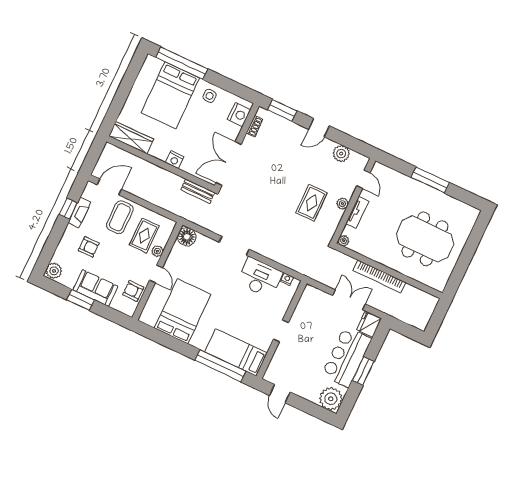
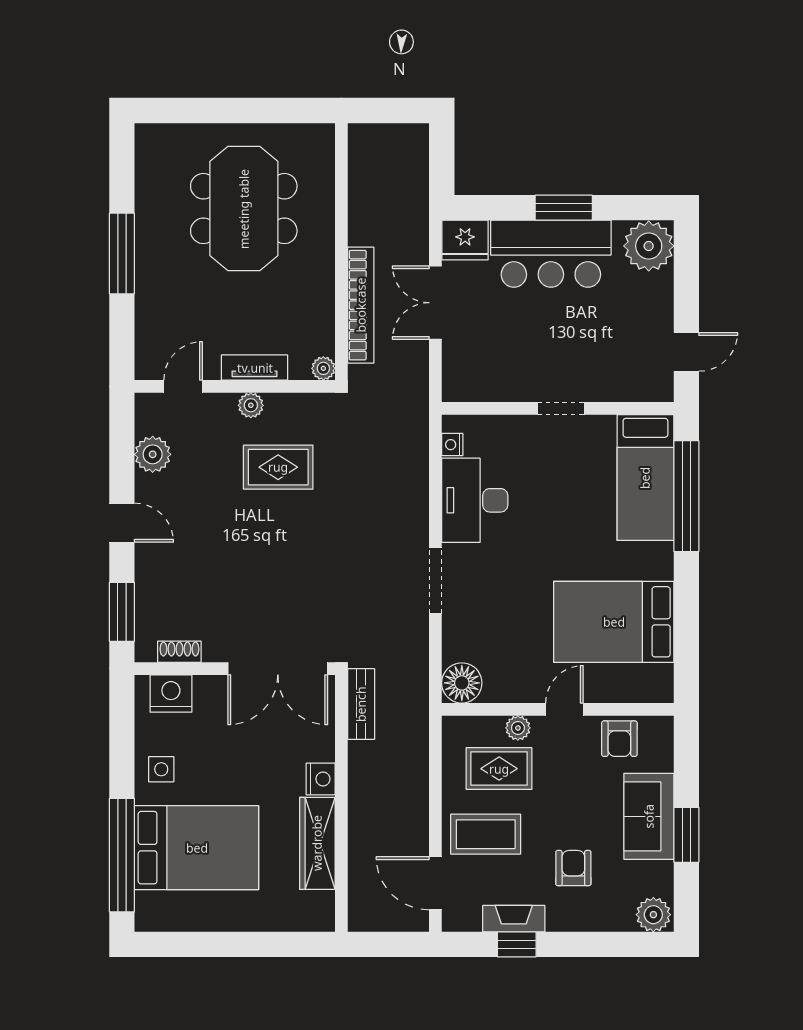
wardrobe: (131, 138) -> (317, 843), moved
bookcase: (379, 276) -> (361, 305), moved

